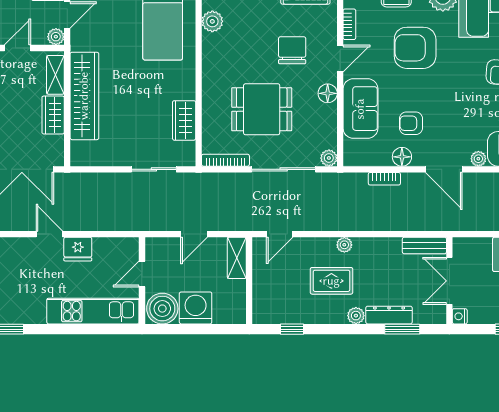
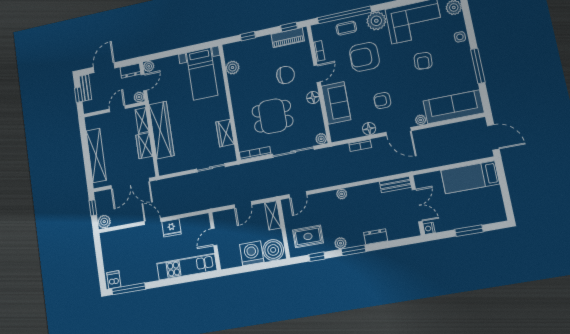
chair: (292, 50) -> (286, 75), turned 90
armchair: (411, 123) -> (382, 101), moved
rug: (331, 281) -> (308, 236), moved
double door: (449, 281) -> (417, 205), swing flipped
boiler: (162, 309) -> (273, 250), moved
dresser: (389, 315) -> (376, 237), width x0.70
plant: (356, 316) -> (341, 243), moved
window: (402, 329) -> (353, 250), moved

